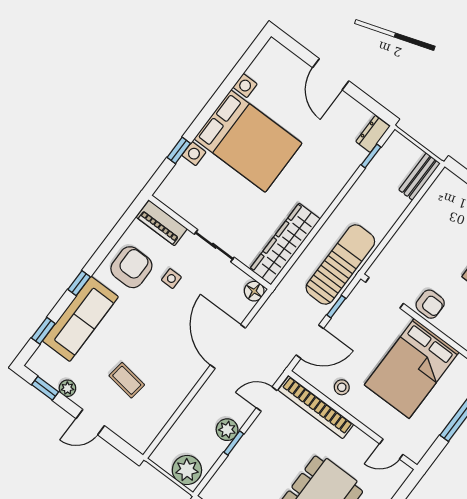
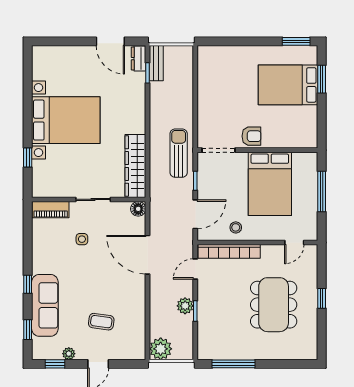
door: (331, 74) -> (110, 41), moved
bench: (420, 177) -> (156, 63), moved
sun lounger: (340, 264) -> (179, 153), width x0.73, depth x0.75
armchair: (131, 267) -> (52, 251), removed
plant: (187, 470) -> (161, 349), moved

